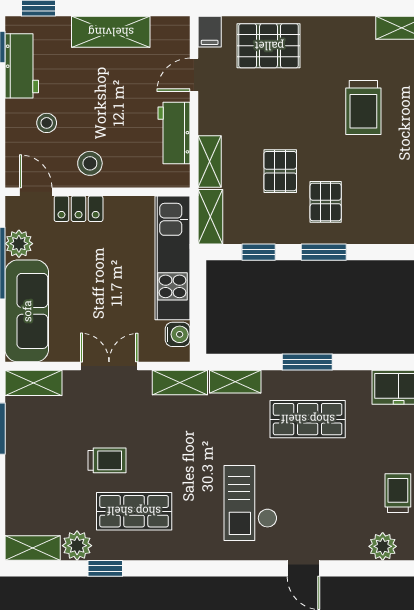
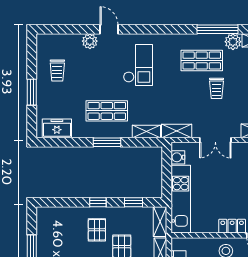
window: (324, 252) -> (98, 202), width x0.67
trolley: (107, 460) -> (217, 88), turned -90
plant: (383, 546) -> (90, 41), moved
window: (105, 568) -> (218, 29), width x2.17

